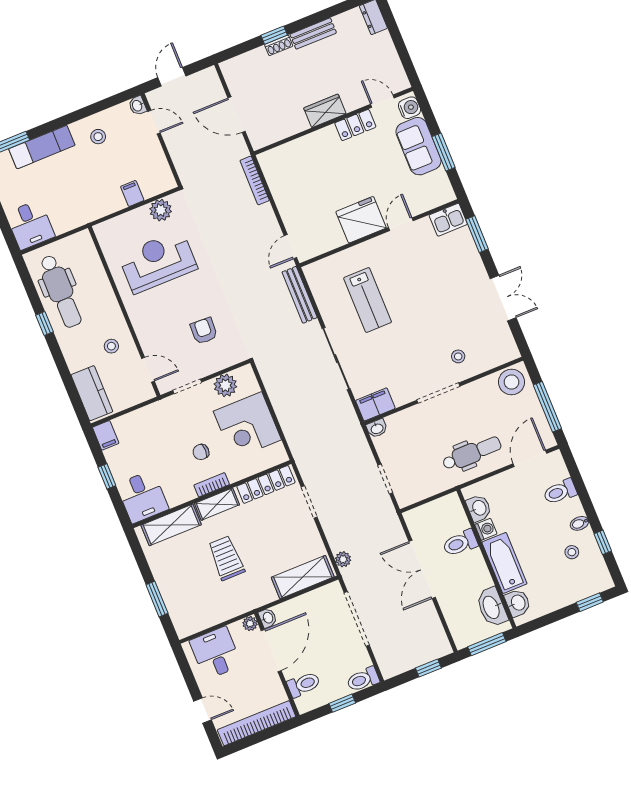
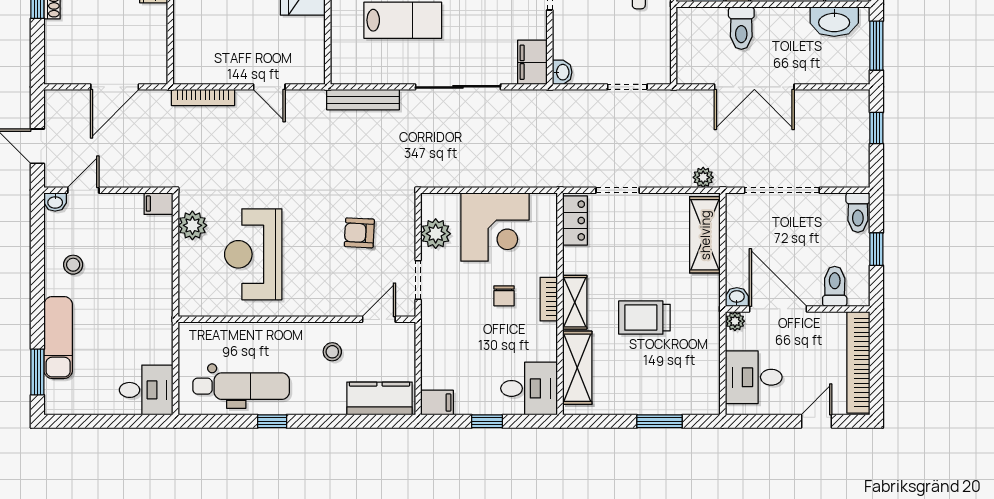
filing cabinet: (132, 193) -> (158, 204), moved
door: (290, 247) -> (269, 87), moved
locker: (266, 484) -> (575, 221), width x0.66

